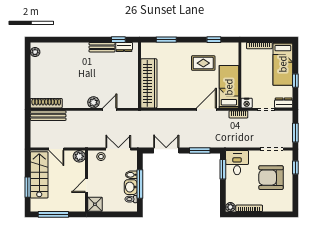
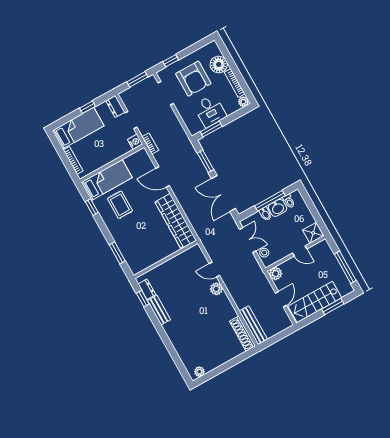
wardrobe: (149, 83) -> (176, 221), moved, turned -90
bed: (229, 87) -> (107, 180), moved, turned 180
double door: (118, 149) -> (248, 240), swing flipped
double door: (166, 150) -> (224, 193), width x1.37
desk: (237, 163) -> (210, 111), moved, turned -90
floor lamp: (271, 204) -> (219, 64), added

